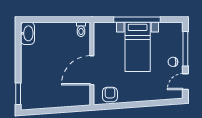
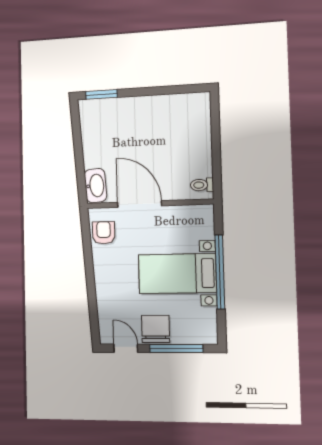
washbasin: (27, 33) -> (95, 186), moved, turned -94
chair: (173, 62) -> (156, 329), width x1.87, depth x1.87
armchair: (110, 95) -> (104, 233), turned -90

